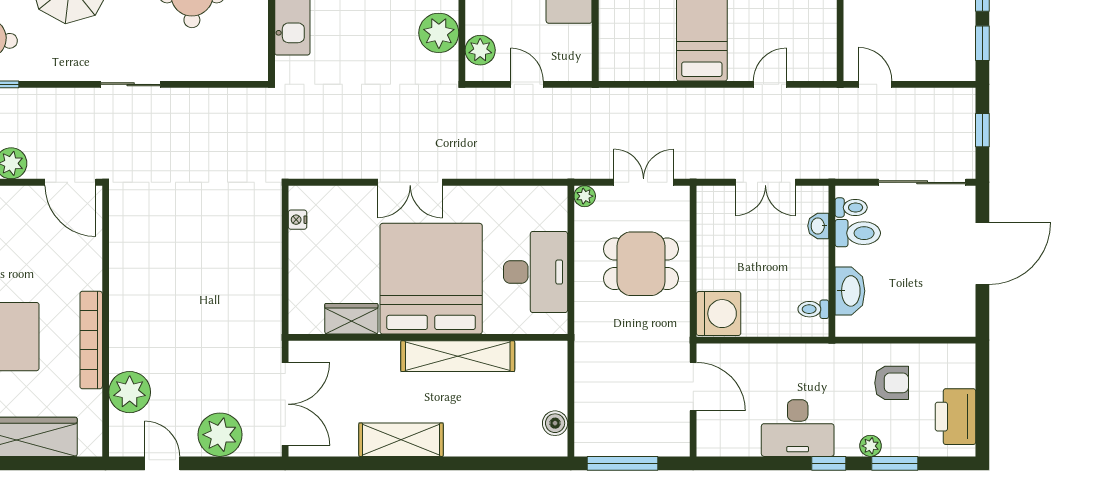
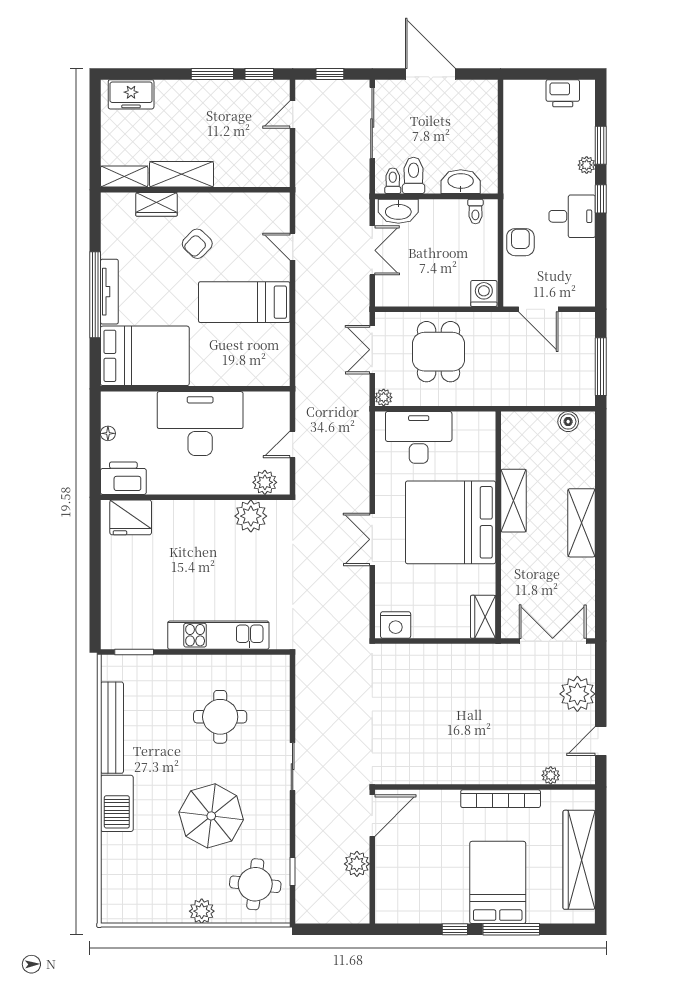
door: (875, 84) -> (293, 114), moved
double door: (410, 182) -> (372, 539), swing flipped
nightstand: (298, 220) -> (396, 625), width x1.89, depth x1.79
washbasin: (818, 226) -> (398, 211), width x1.91, depth x1.45
desk: (536, 272) -> (419, 437), moved
washing machine: (719, 314) -> (484, 293), width x0.73, depth x0.73
wardrobe: (351, 319) -> (483, 617), moved
shelving: (458, 356) -> (514, 501), width x0.68
armchair: (892, 383) -> (520, 242), moved
door: (693, 387) -> (538, 309), swing flipped
plant: (130, 392) -> (551, 775), width x0.53, depth x0.53
printer: (955, 417) -> (563, 93), width x0.73, depth x0.84
desk: (798, 428) -> (572, 216), width x0.73
shelving: (401, 440) -> (582, 523), moved

